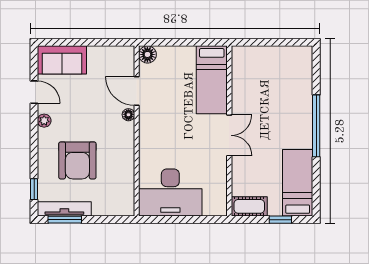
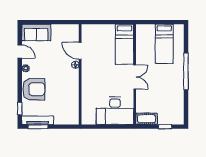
floor lamp: (147, 54) -> (87, 29), removed
armchair: (77, 160) -> (34, 89), moved, turned -90
bed: (298, 183) -> (164, 44), moved, turned 180
desk: (170, 192) -> (115, 111), moved

